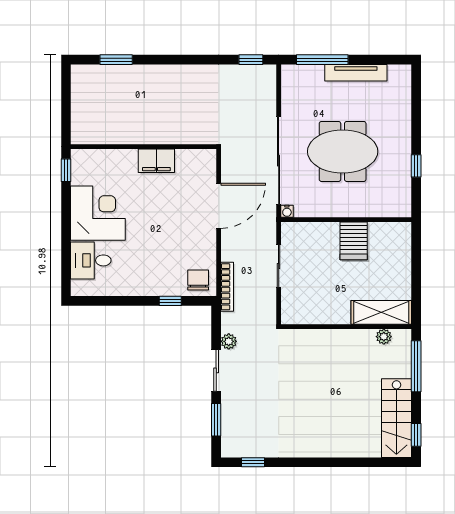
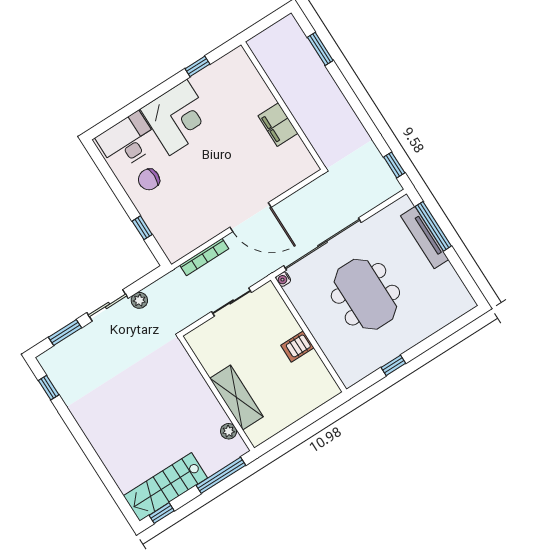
tv unit: (356, 73) -> (425, 238), moved
wall: (144, 147) -> (283, 106), moved
filing cabinet: (156, 161) -> (278, 125), moved
server rack: (354, 241) -> (297, 347), width x0.73, depth x0.70
desk: (91, 260) -> (127, 141), width x1.37
chair: (198, 280) -> (149, 179), moved, turned 180
bookcase: (227, 287) -> (204, 257), moved
shelving: (381, 312) -> (236, 398), moved

